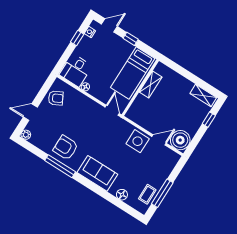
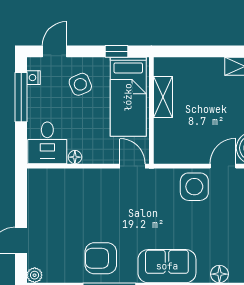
window: (77, 38) -> (21, 97), width x2.17
window: (131, 39) -> (117, 51), moved
side table: (112, 51) -> (80, 84), added
armchair: (56, 98) -> (44, 199), removed

